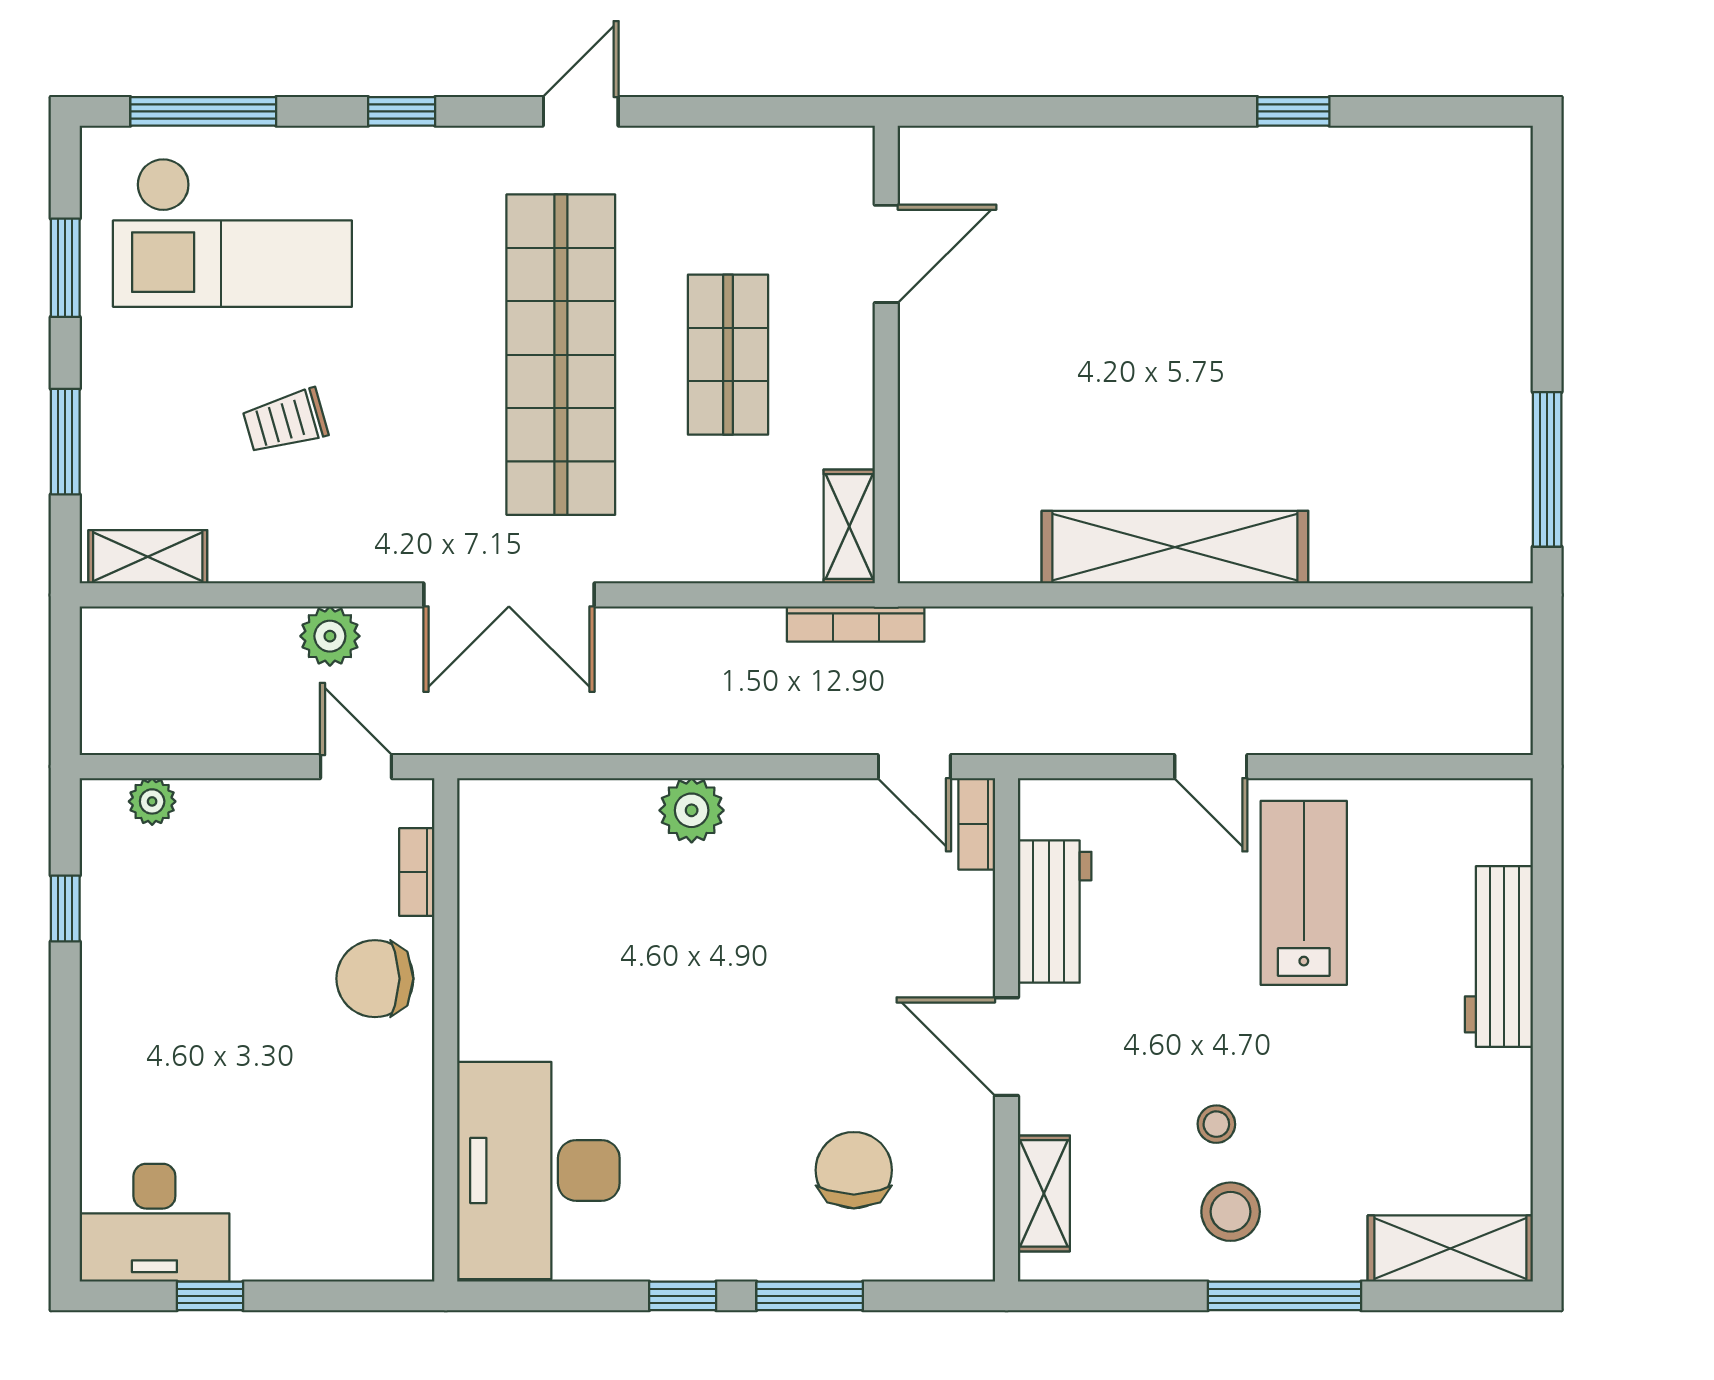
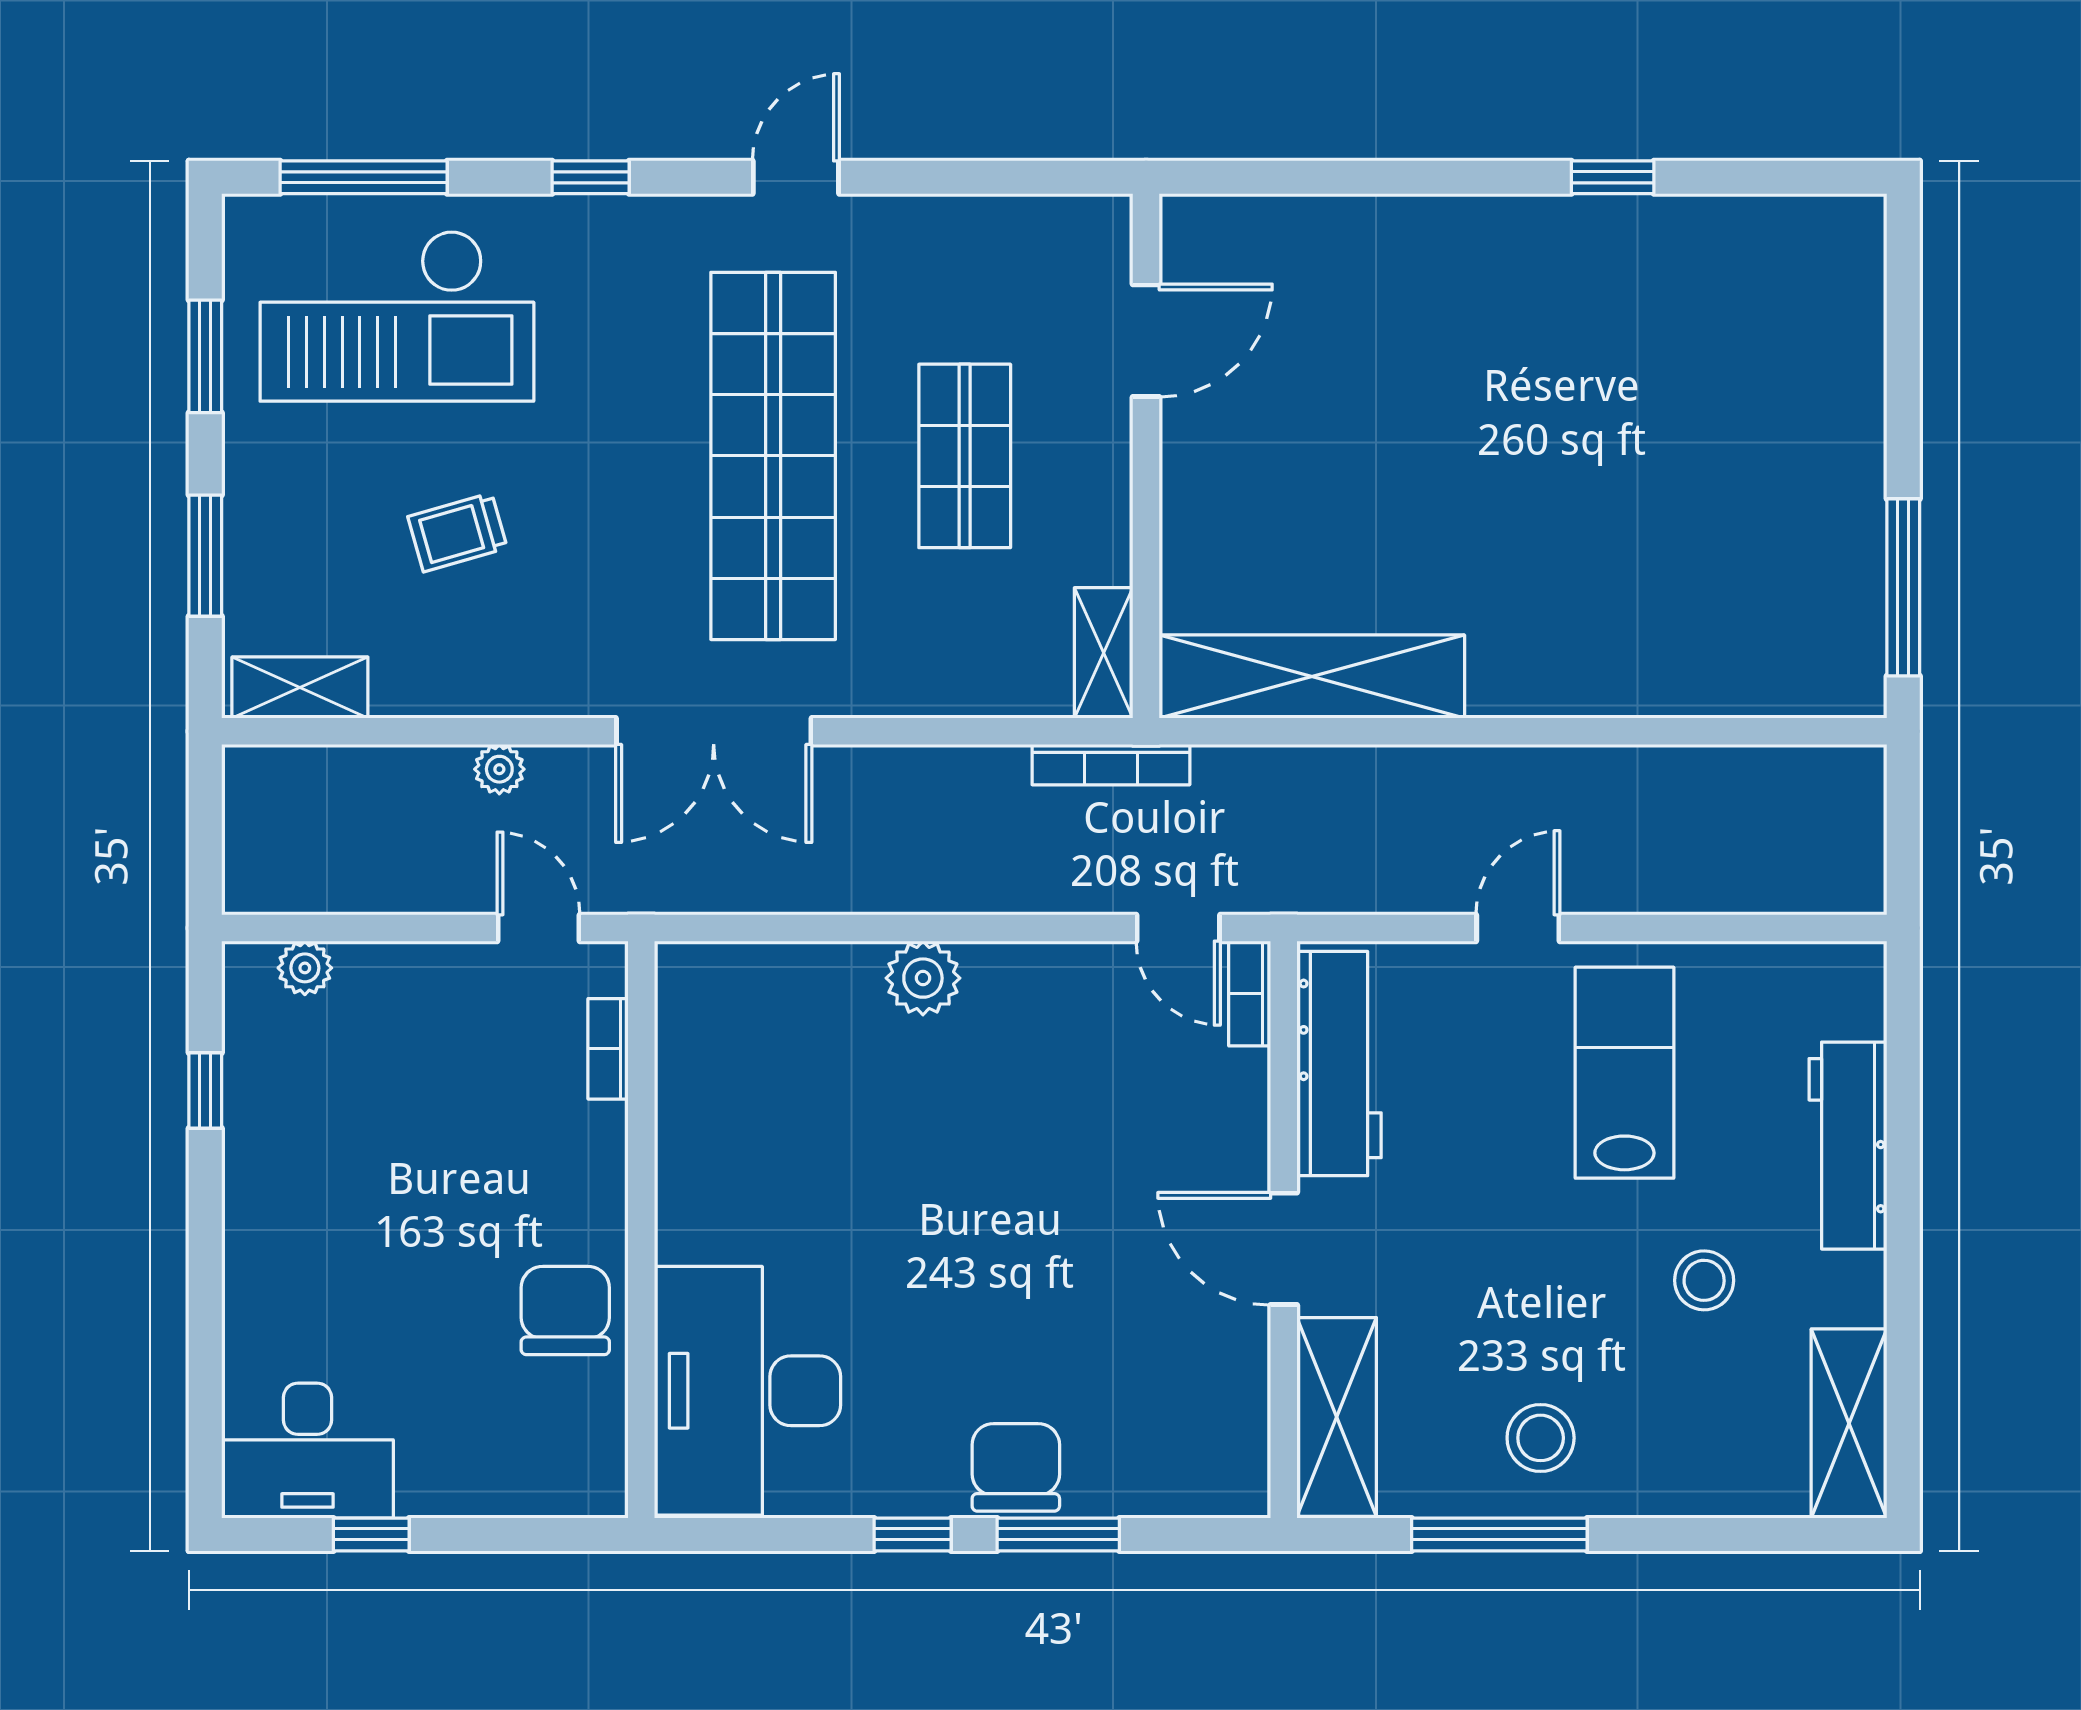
shelving: (1175, 547) -> (1312, 677), moved
plant: (330, 636) -> (499, 769), width x0.73, depth x0.73
door: (1211, 767) -> (1518, 928), swing flipped
workbench: (1055, 912) -> (1339, 1064), width x1.38
chair: (375, 979) -> (565, 1310), moved, turned 90
stool: (1216, 1124) -> (1704, 1280), moved, width x1.37, depth x1.37
chair: (854, 1170) -> (1016, 1467), moved
shelving: (1044, 1193) -> (1337, 1417), width x1.50, depth x1.33
shelving: (1450, 1249) -> (1849, 1423), moved, turned 90
window: (1285, 1296) -> (1499, 1534), moved

